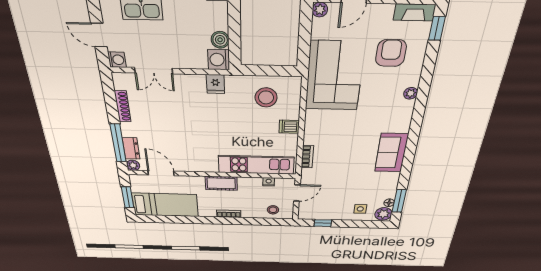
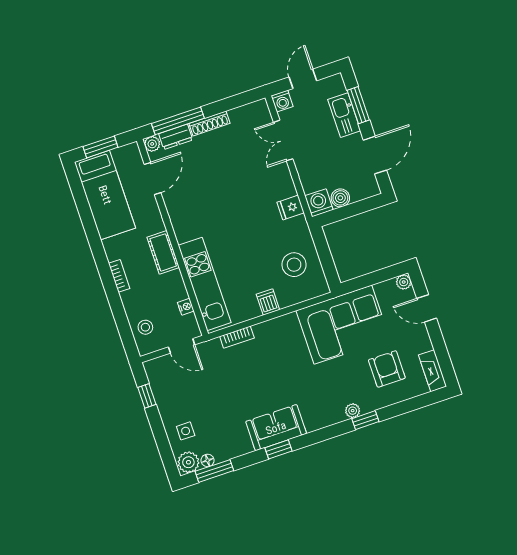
window: (437, 28) -> (365, 420), moved
armchair: (391, 53) -> (387, 369), turned -90
shoe rack: (123, 106) -> (210, 123), moved
window: (409, 156) -> (279, 449), added

